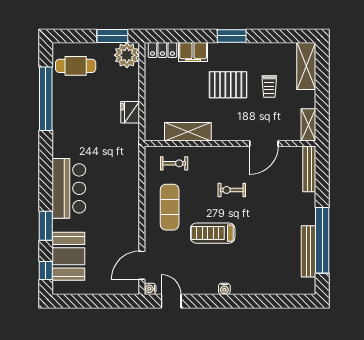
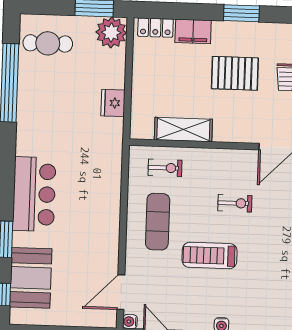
exercise bike: (232, 190) -> (235, 203), turned 180

